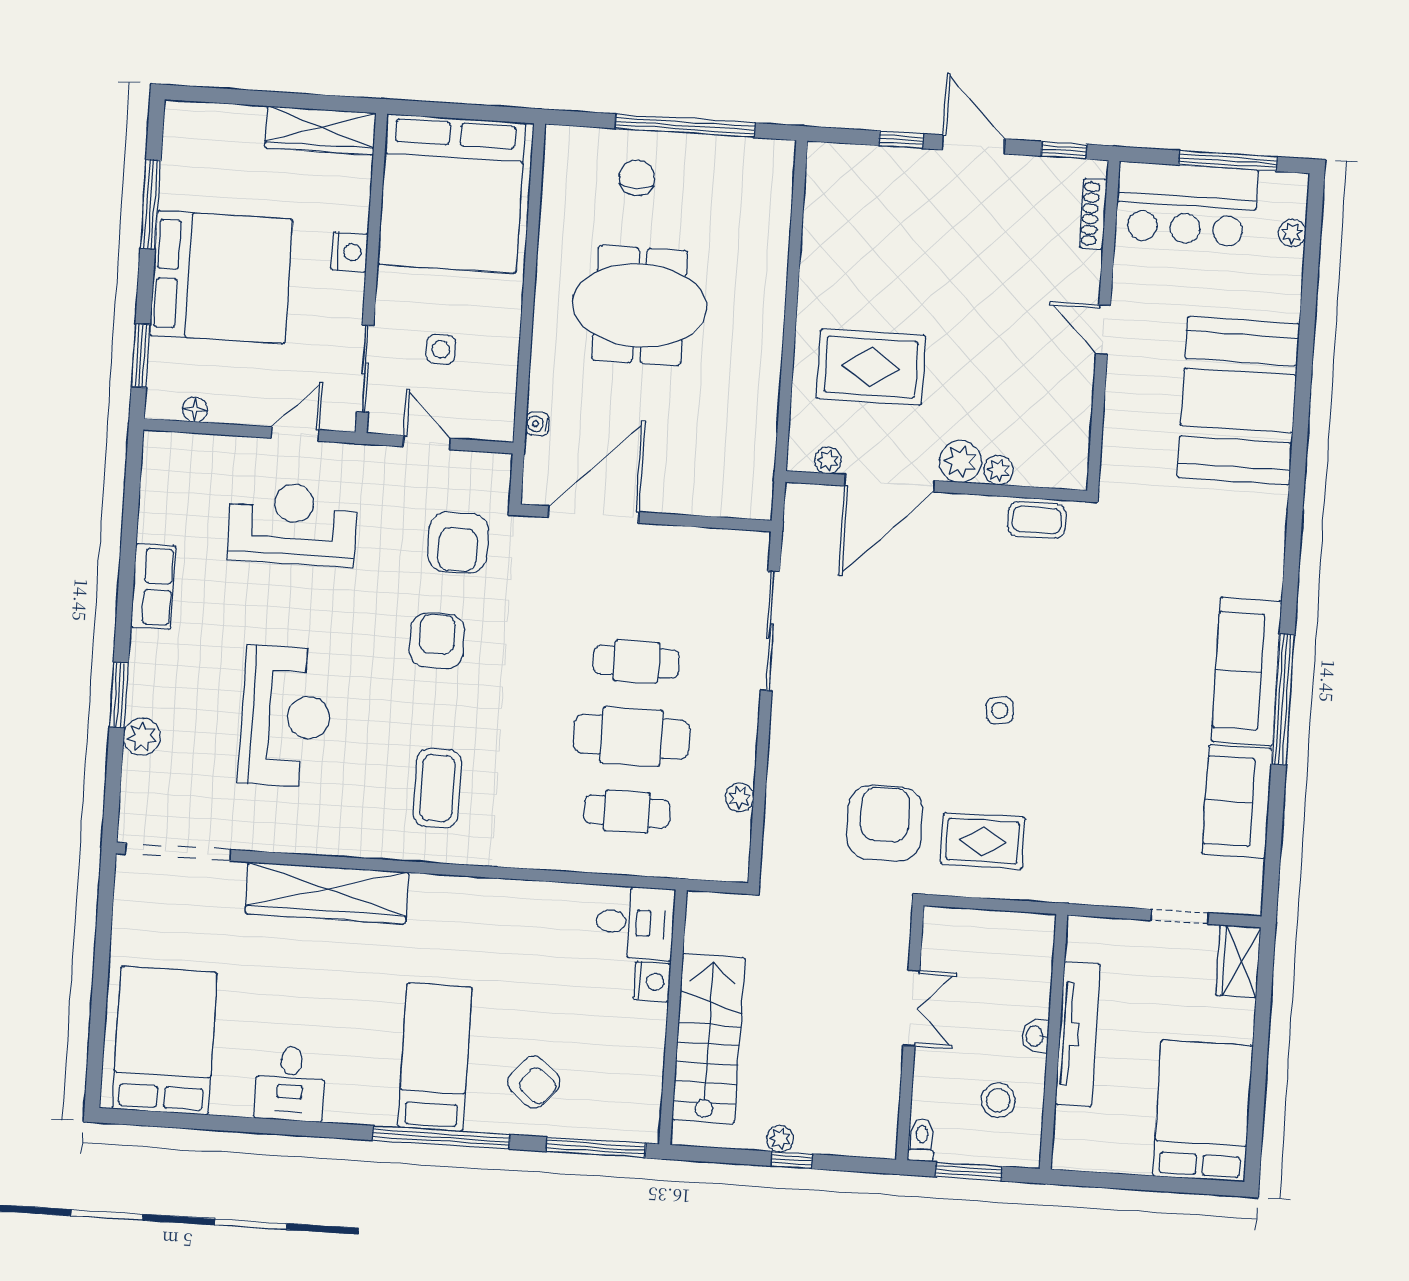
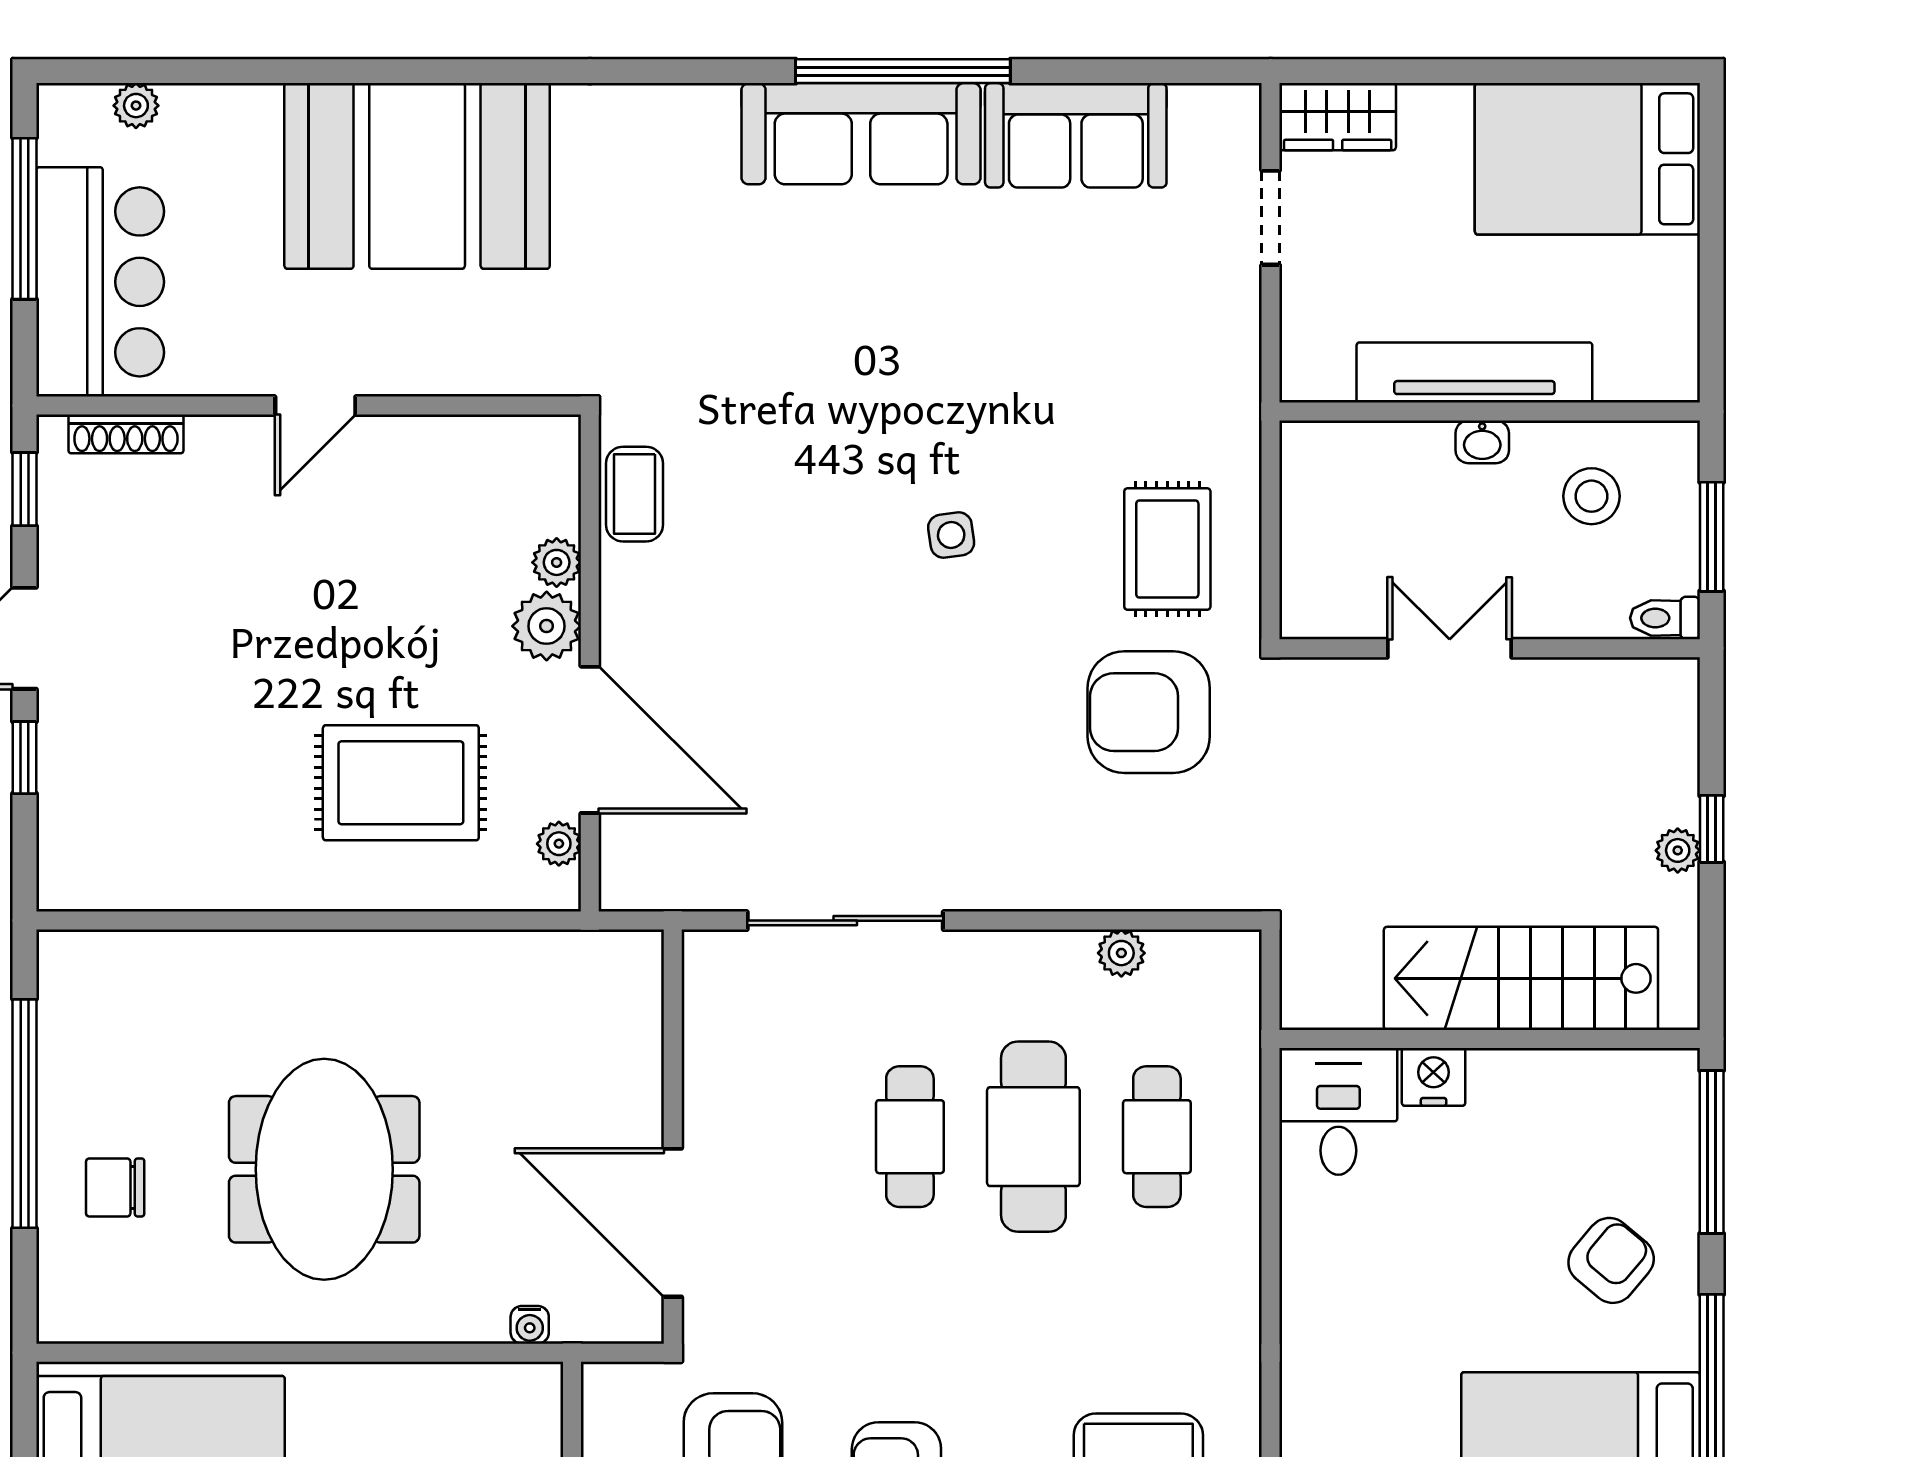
rug: (871, 367) -> (401, 783), turned 90

